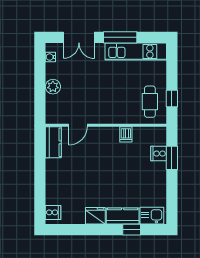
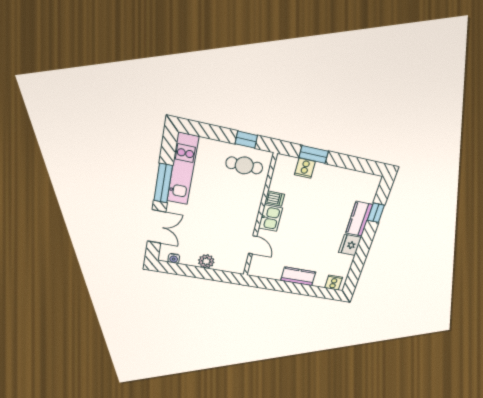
kitchen counter: (53, 142) -> (298, 276), moved
kitchen sink: (152, 216) -> (270, 218), moved, turned 180

